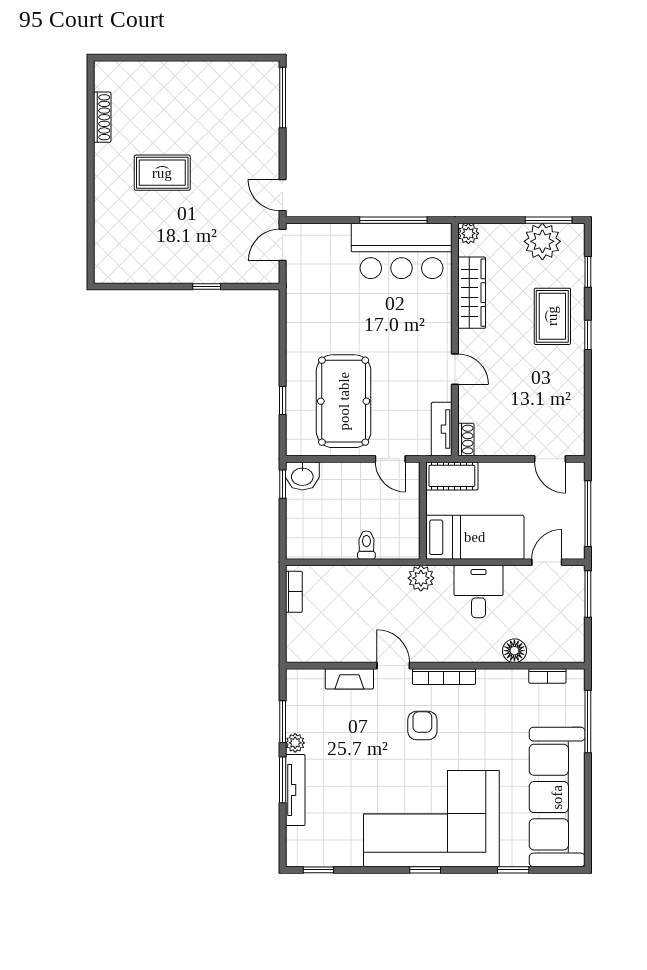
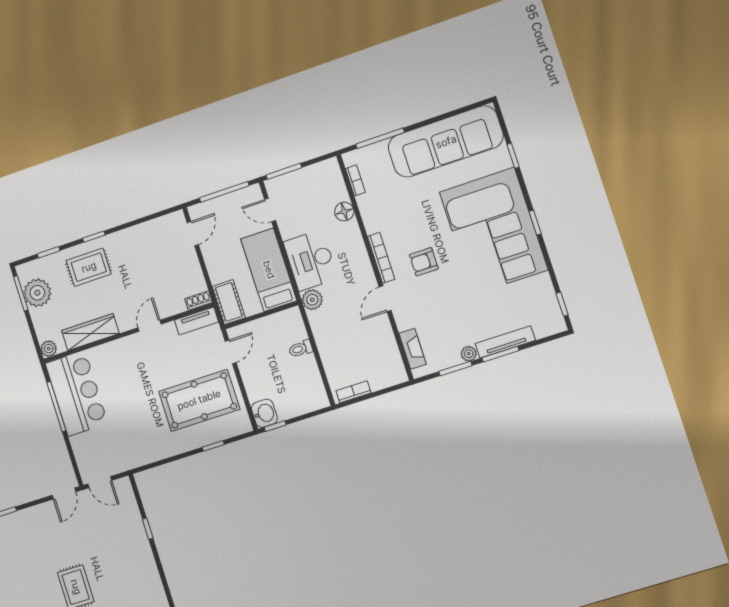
desk: (479, 591) -> (311, 260), width x1.37
fireplace: (349, 679) -> (413, 349), moved

